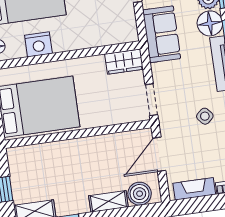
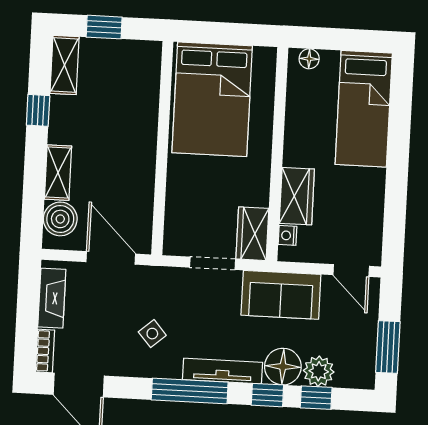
wardrobe: (93, 37) -> (297, 196), added
nightstand: (38, 44) -> (287, 235), moved, width x0.53, depth x0.56
doorway: (151, 100) -> (213, 263), moved

